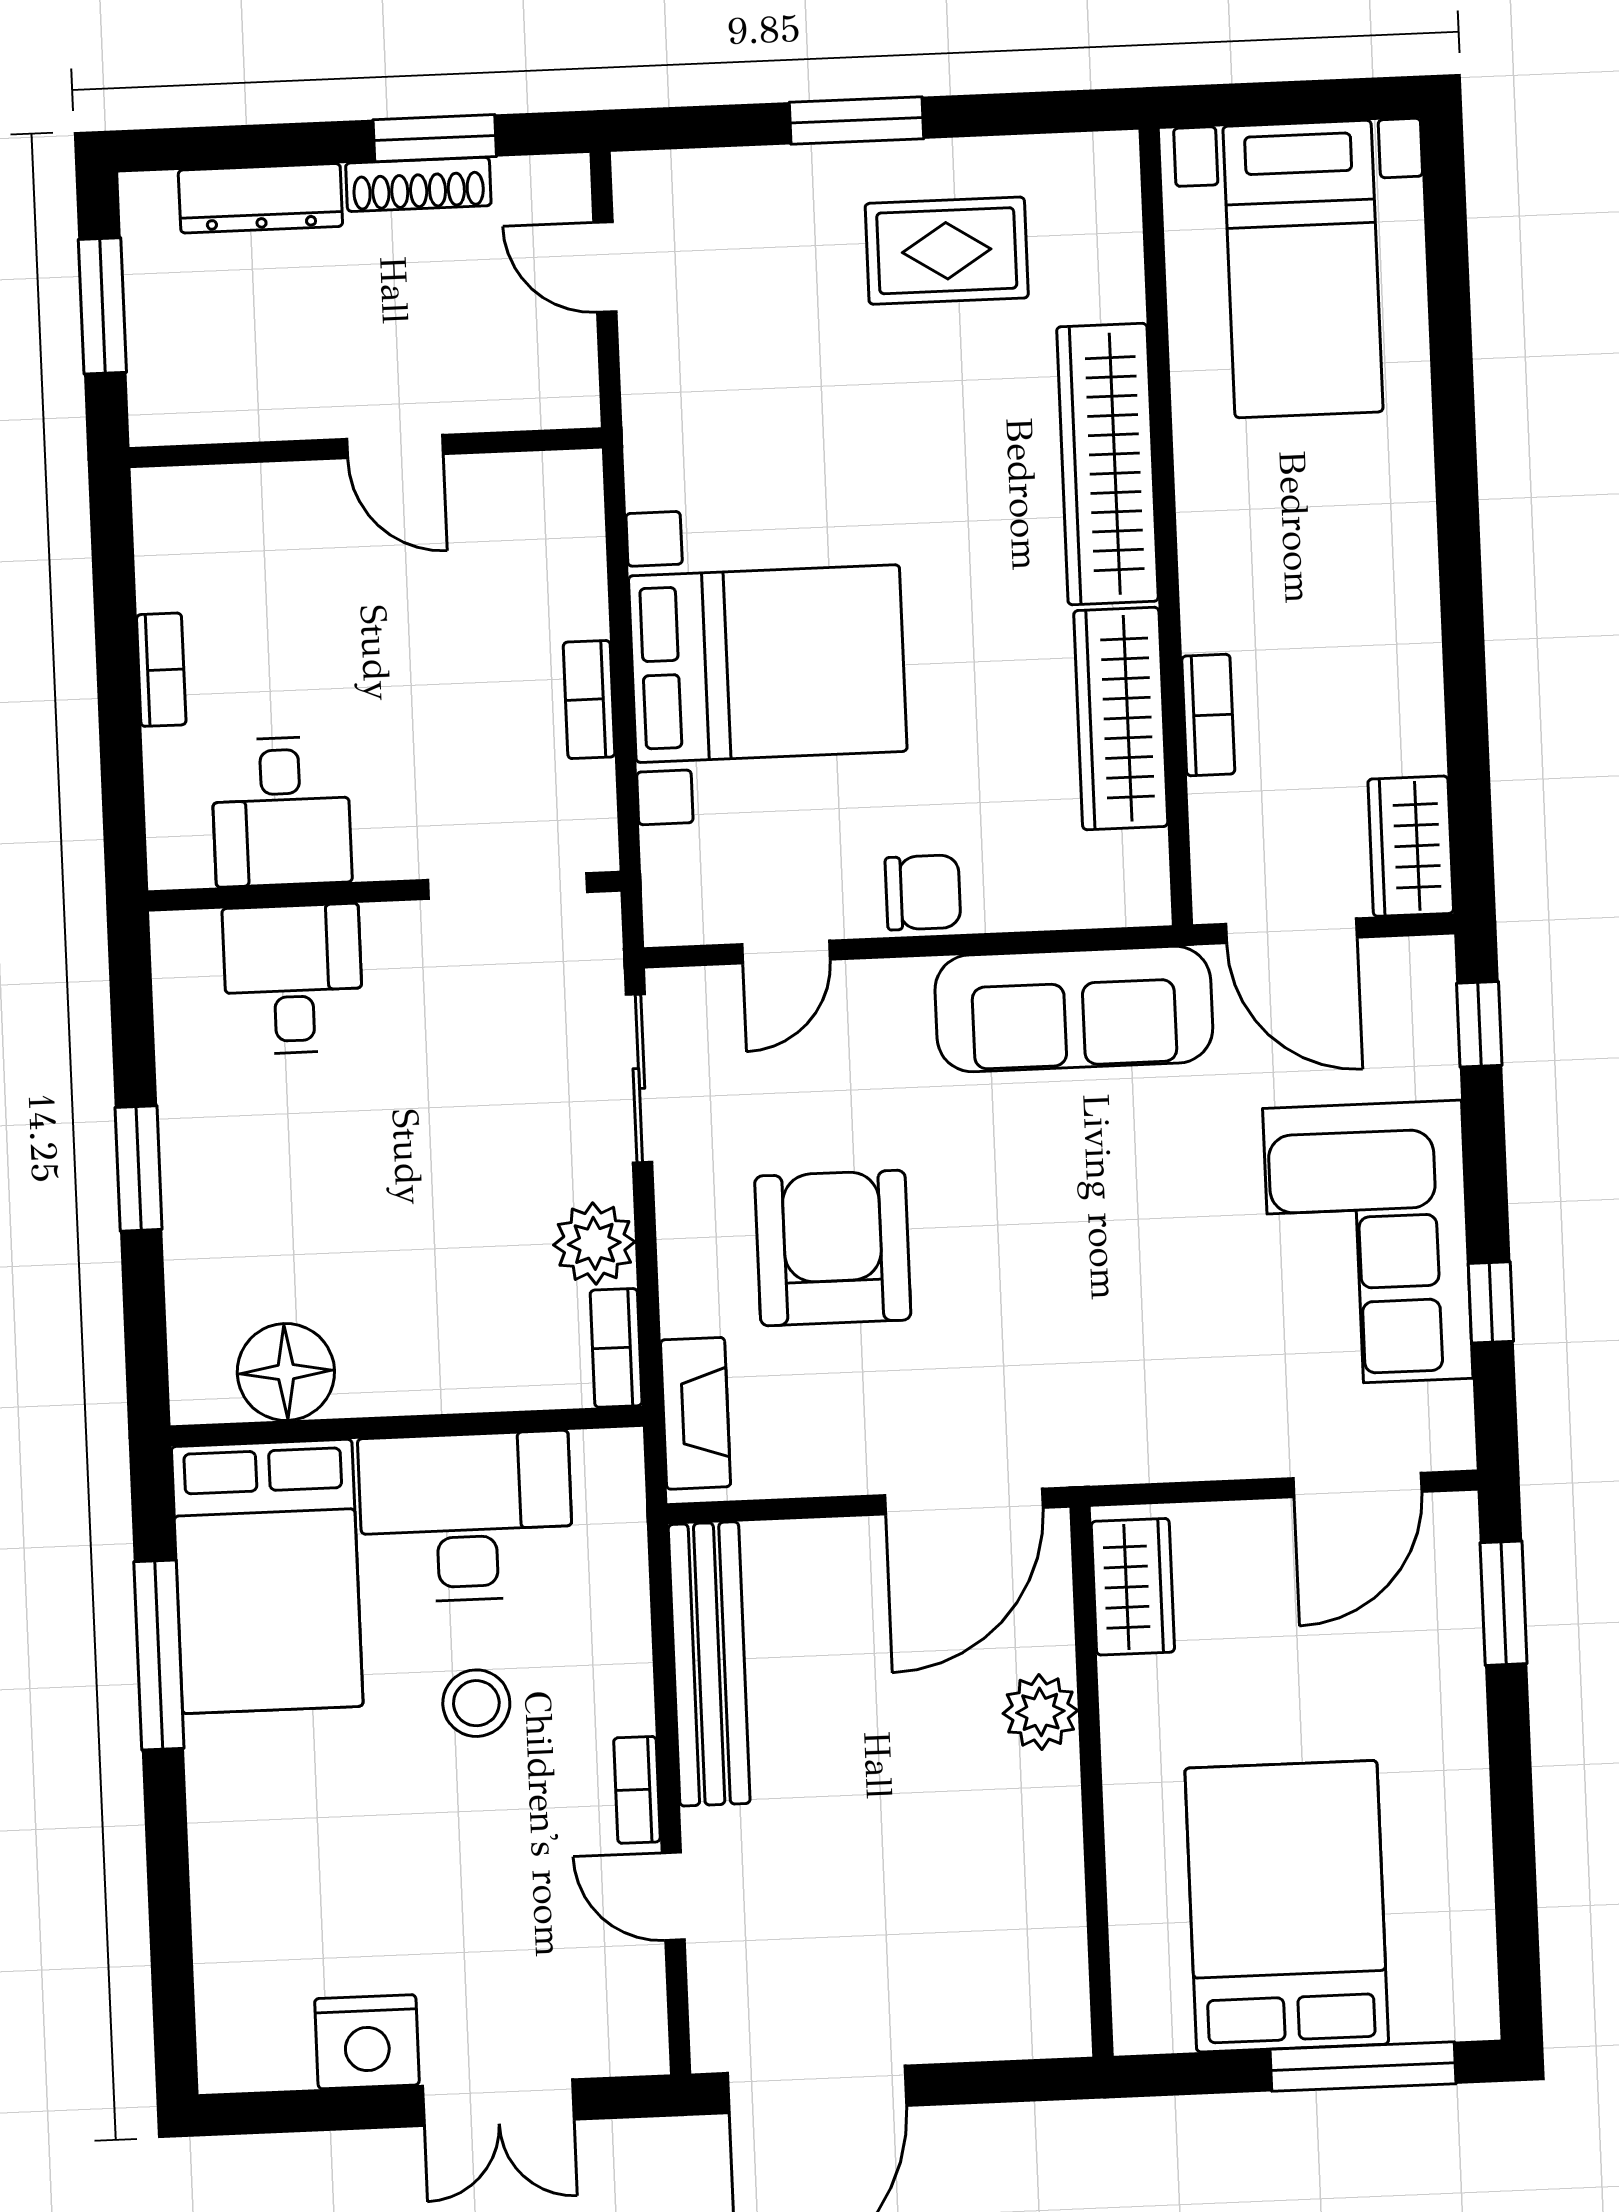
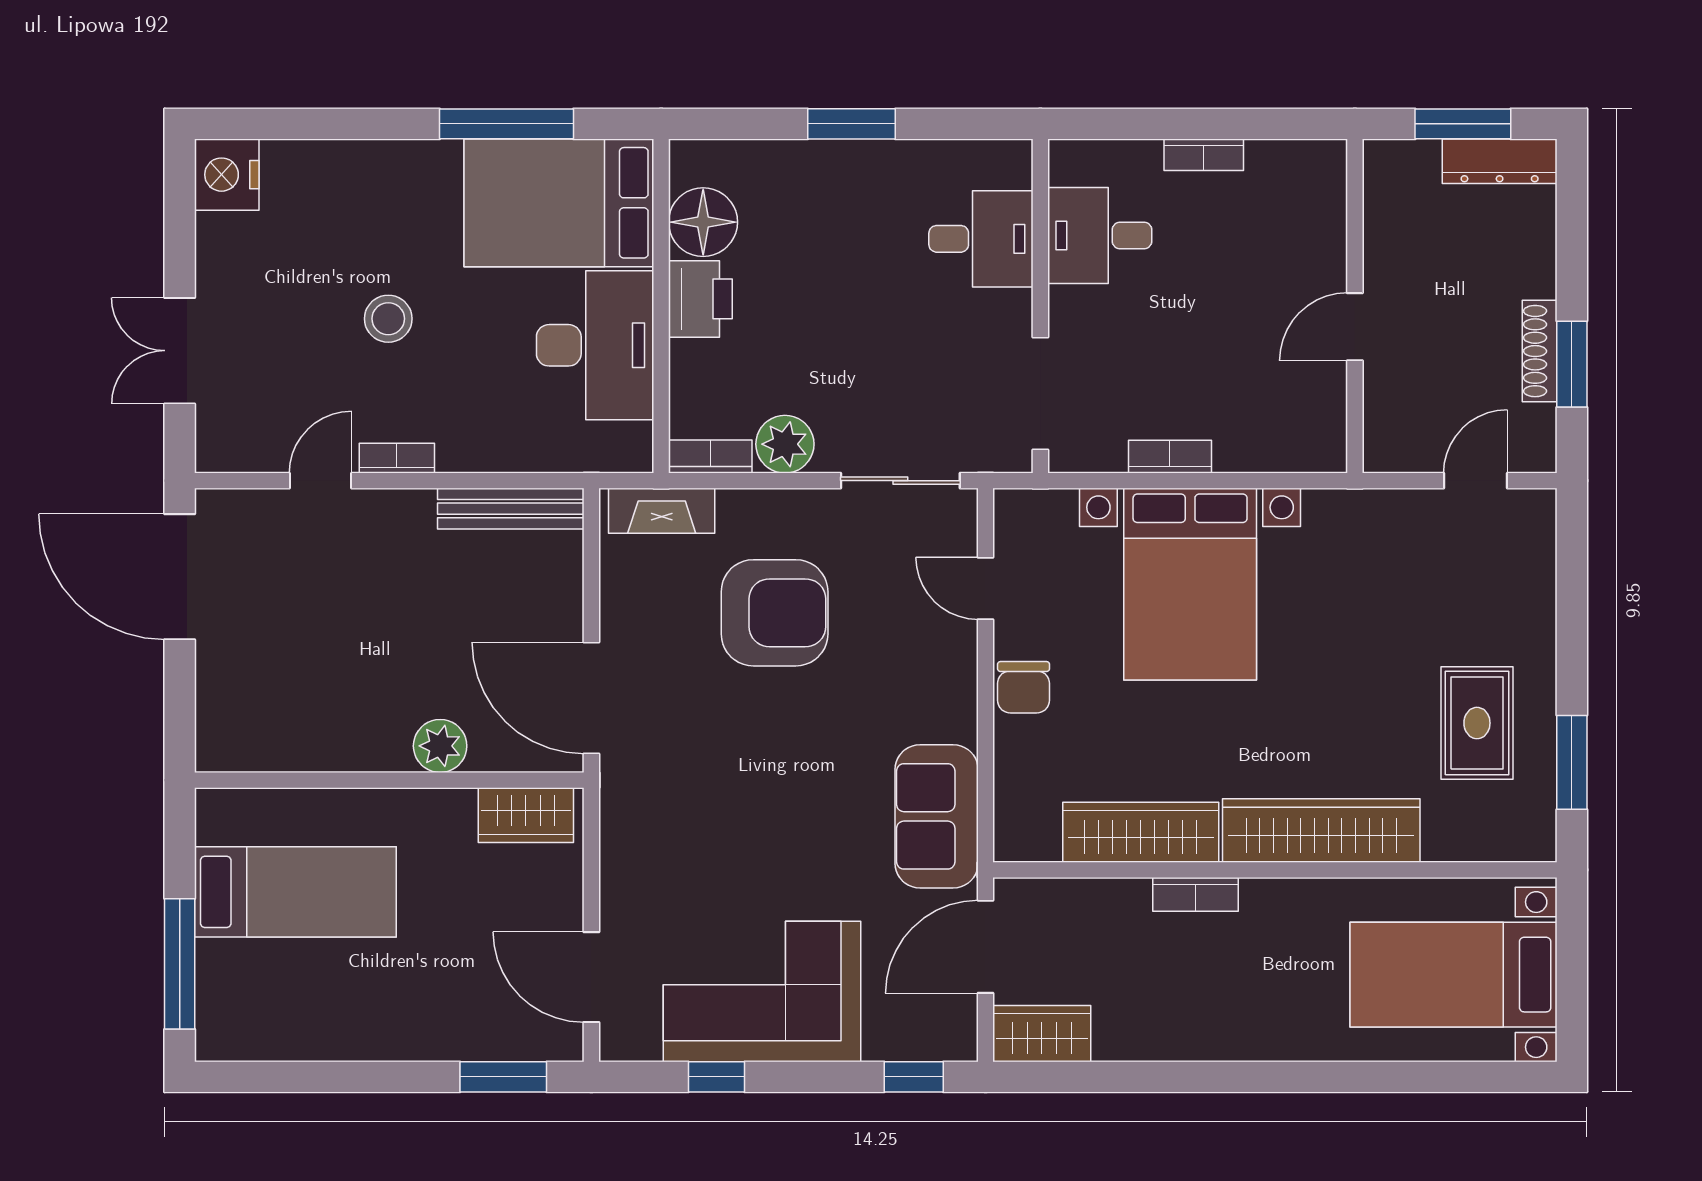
window: (856, 120) -> (1572, 762), moved
dresser: (260, 198) -> (1500, 161), moved, turned -90
bookcase: (1208, 715) -> (1195, 894), moved
sofa: (1074, 1009) -> (937, 816), width x0.73
printer: (394, 1371) -> (700, 299), added
bench: (709, 1664) -> (511, 509), width x0.73, depth x0.82
stool: (476, 1703) -> (388, 319), moved
bed: (1287, 1906) -> (295, 892), width x0.67
nightstand: (367, 2042) -> (227, 175), moved

